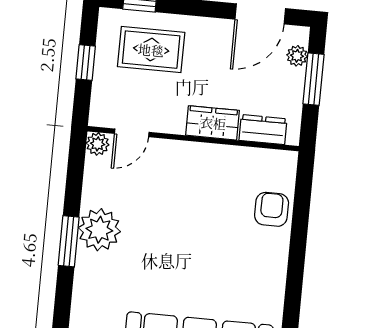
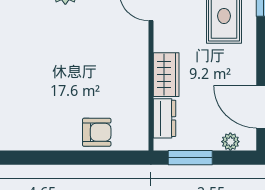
window: (314, 79) -> (190, 158), moved

